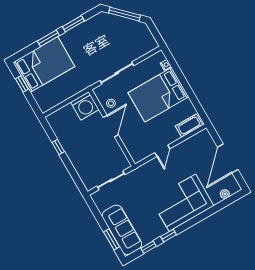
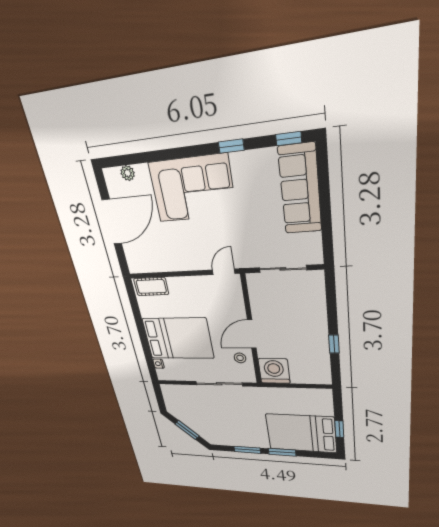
window: (125, 14) -> (187, 430), width x0.69
door: (162, 151) -> (224, 272), moved
window: (112, 239) -> (324, 182), removed
window: (148, 247) -> (289, 139), moved

